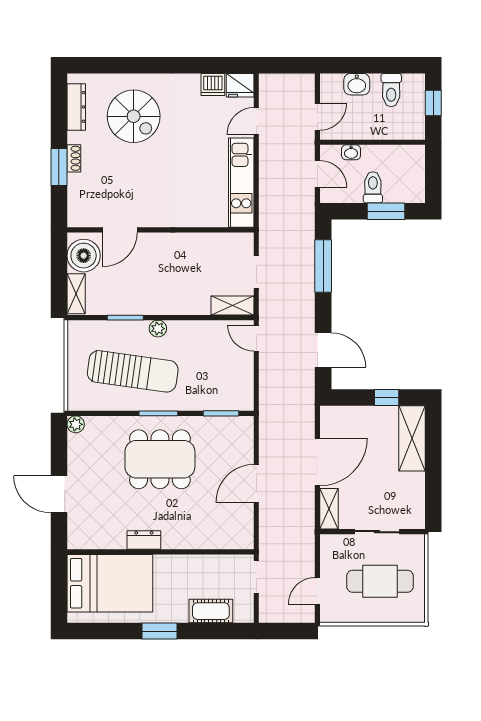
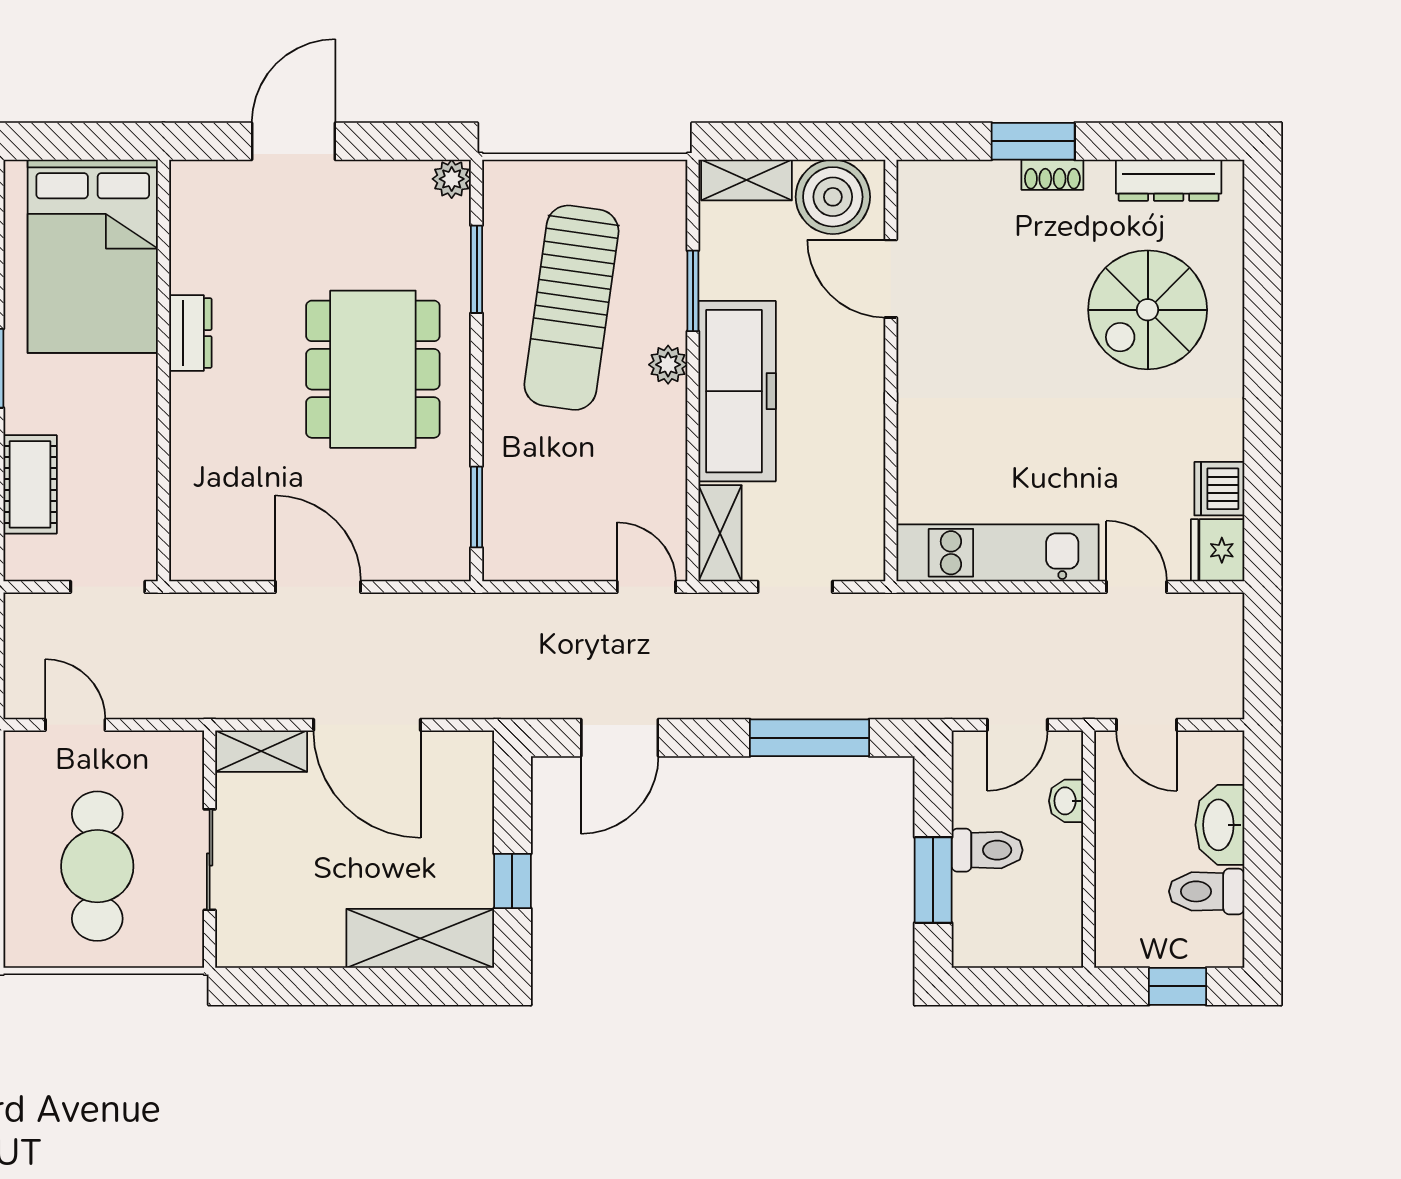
washbasin: (357, 84) -> (1220, 825), width x1.38
freezer: (170, 298) -> (737, 391), added
door: (256, 338) -> (646, 587), hinge flipped
window: (158, 413) -> (477, 269), moved

